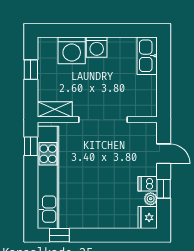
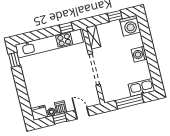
washing machine: (72, 50) -> (130, 26), moved, turned -90
window: (164, 79) -> (130, 102), added
door: (164, 154) -> (82, 113), swing flipped

